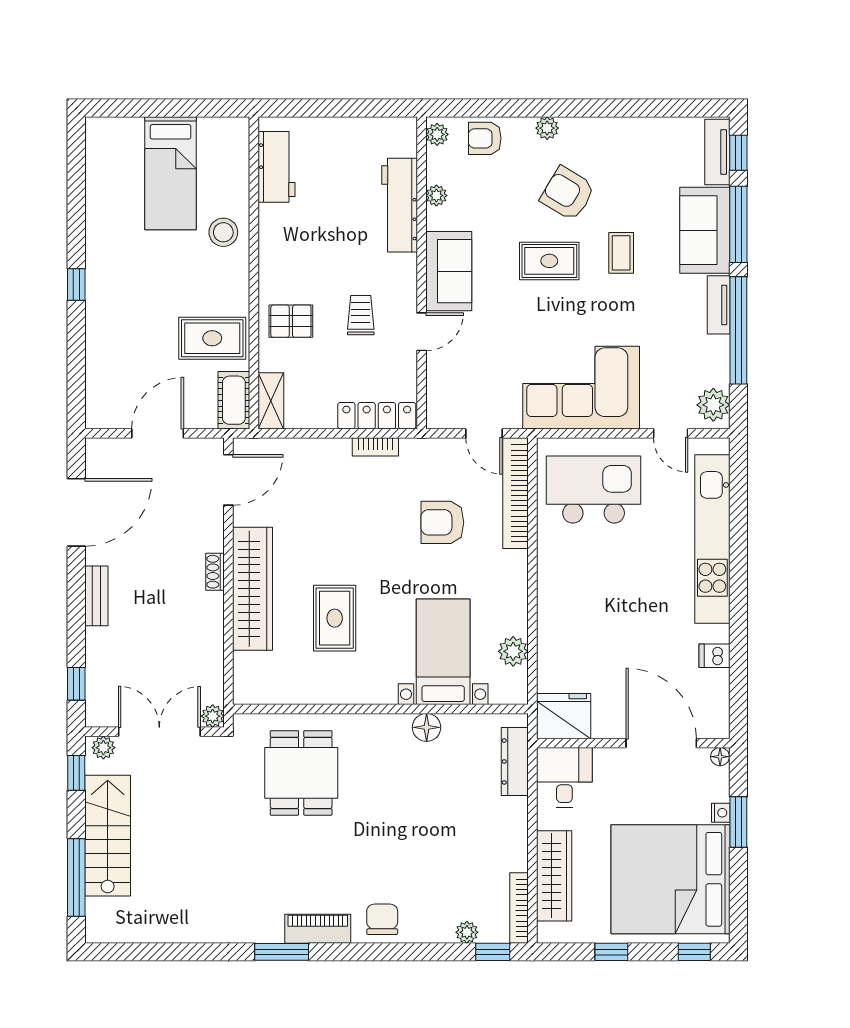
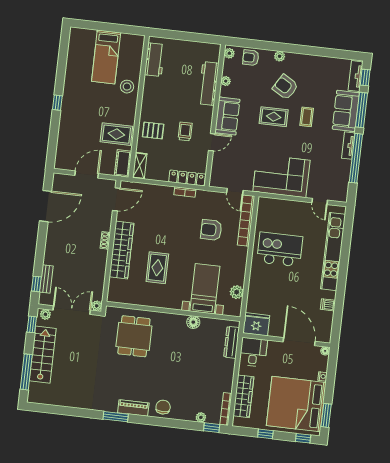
plant: (713, 405) -> (341, 191), removed
kitchen island: (594, 490) -> (280, 249), moved
bench: (96, 596) -> (46, 279), moved
window: (738, 822) -> (326, 415), moved

